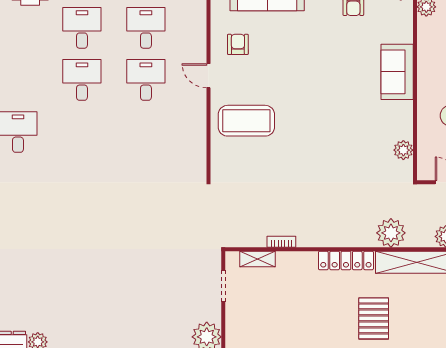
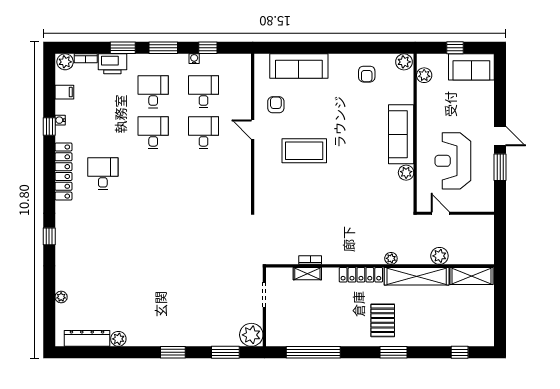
sofa: (397, 72) -> (401, 134), width x1.36
coffee table: (246, 121) -> (304, 151), moved
plant: (403, 150) -> (406, 173), moved
plant: (391, 233) -> (391, 258), width x0.53, depth x0.53
shelving: (258, 259) -> (307, 274), moved

